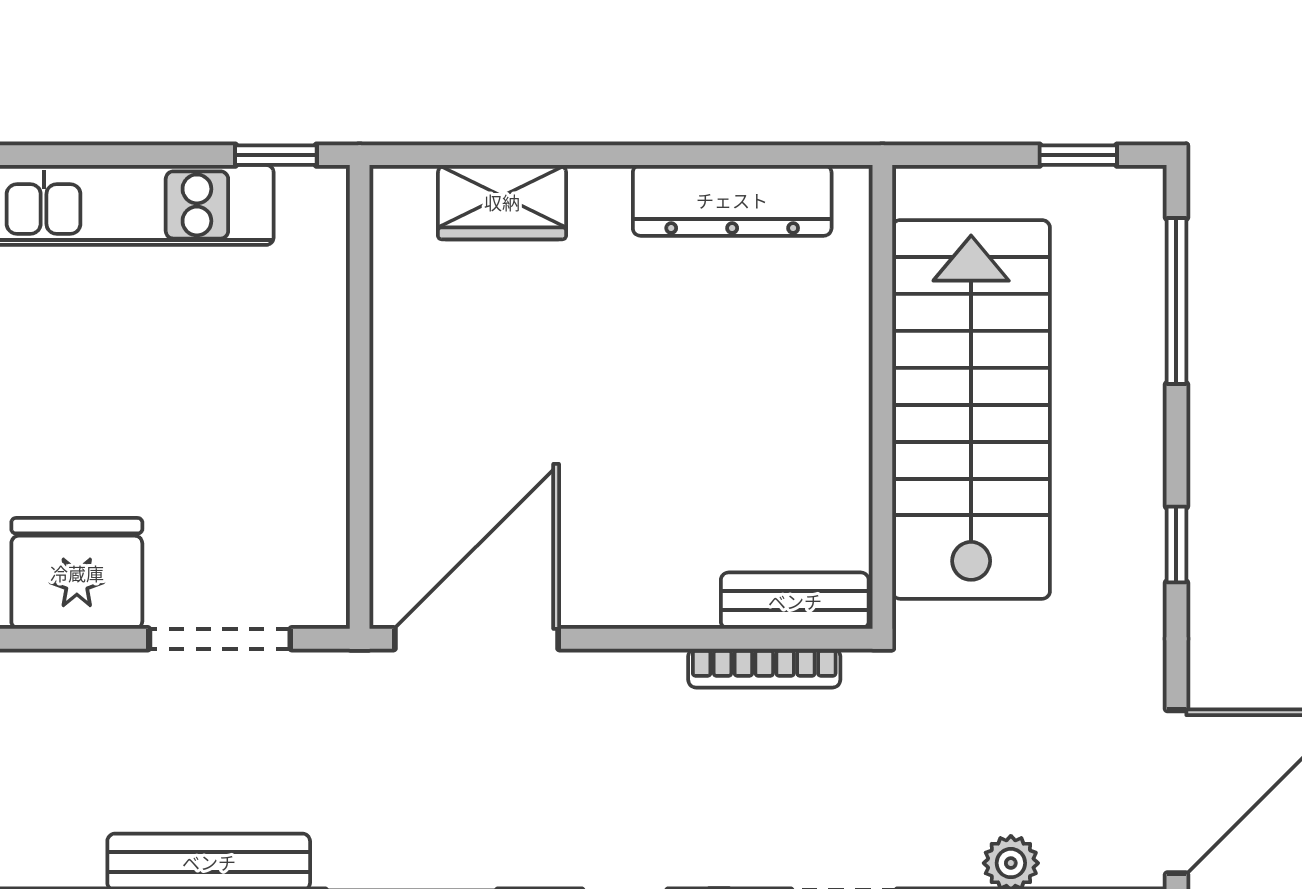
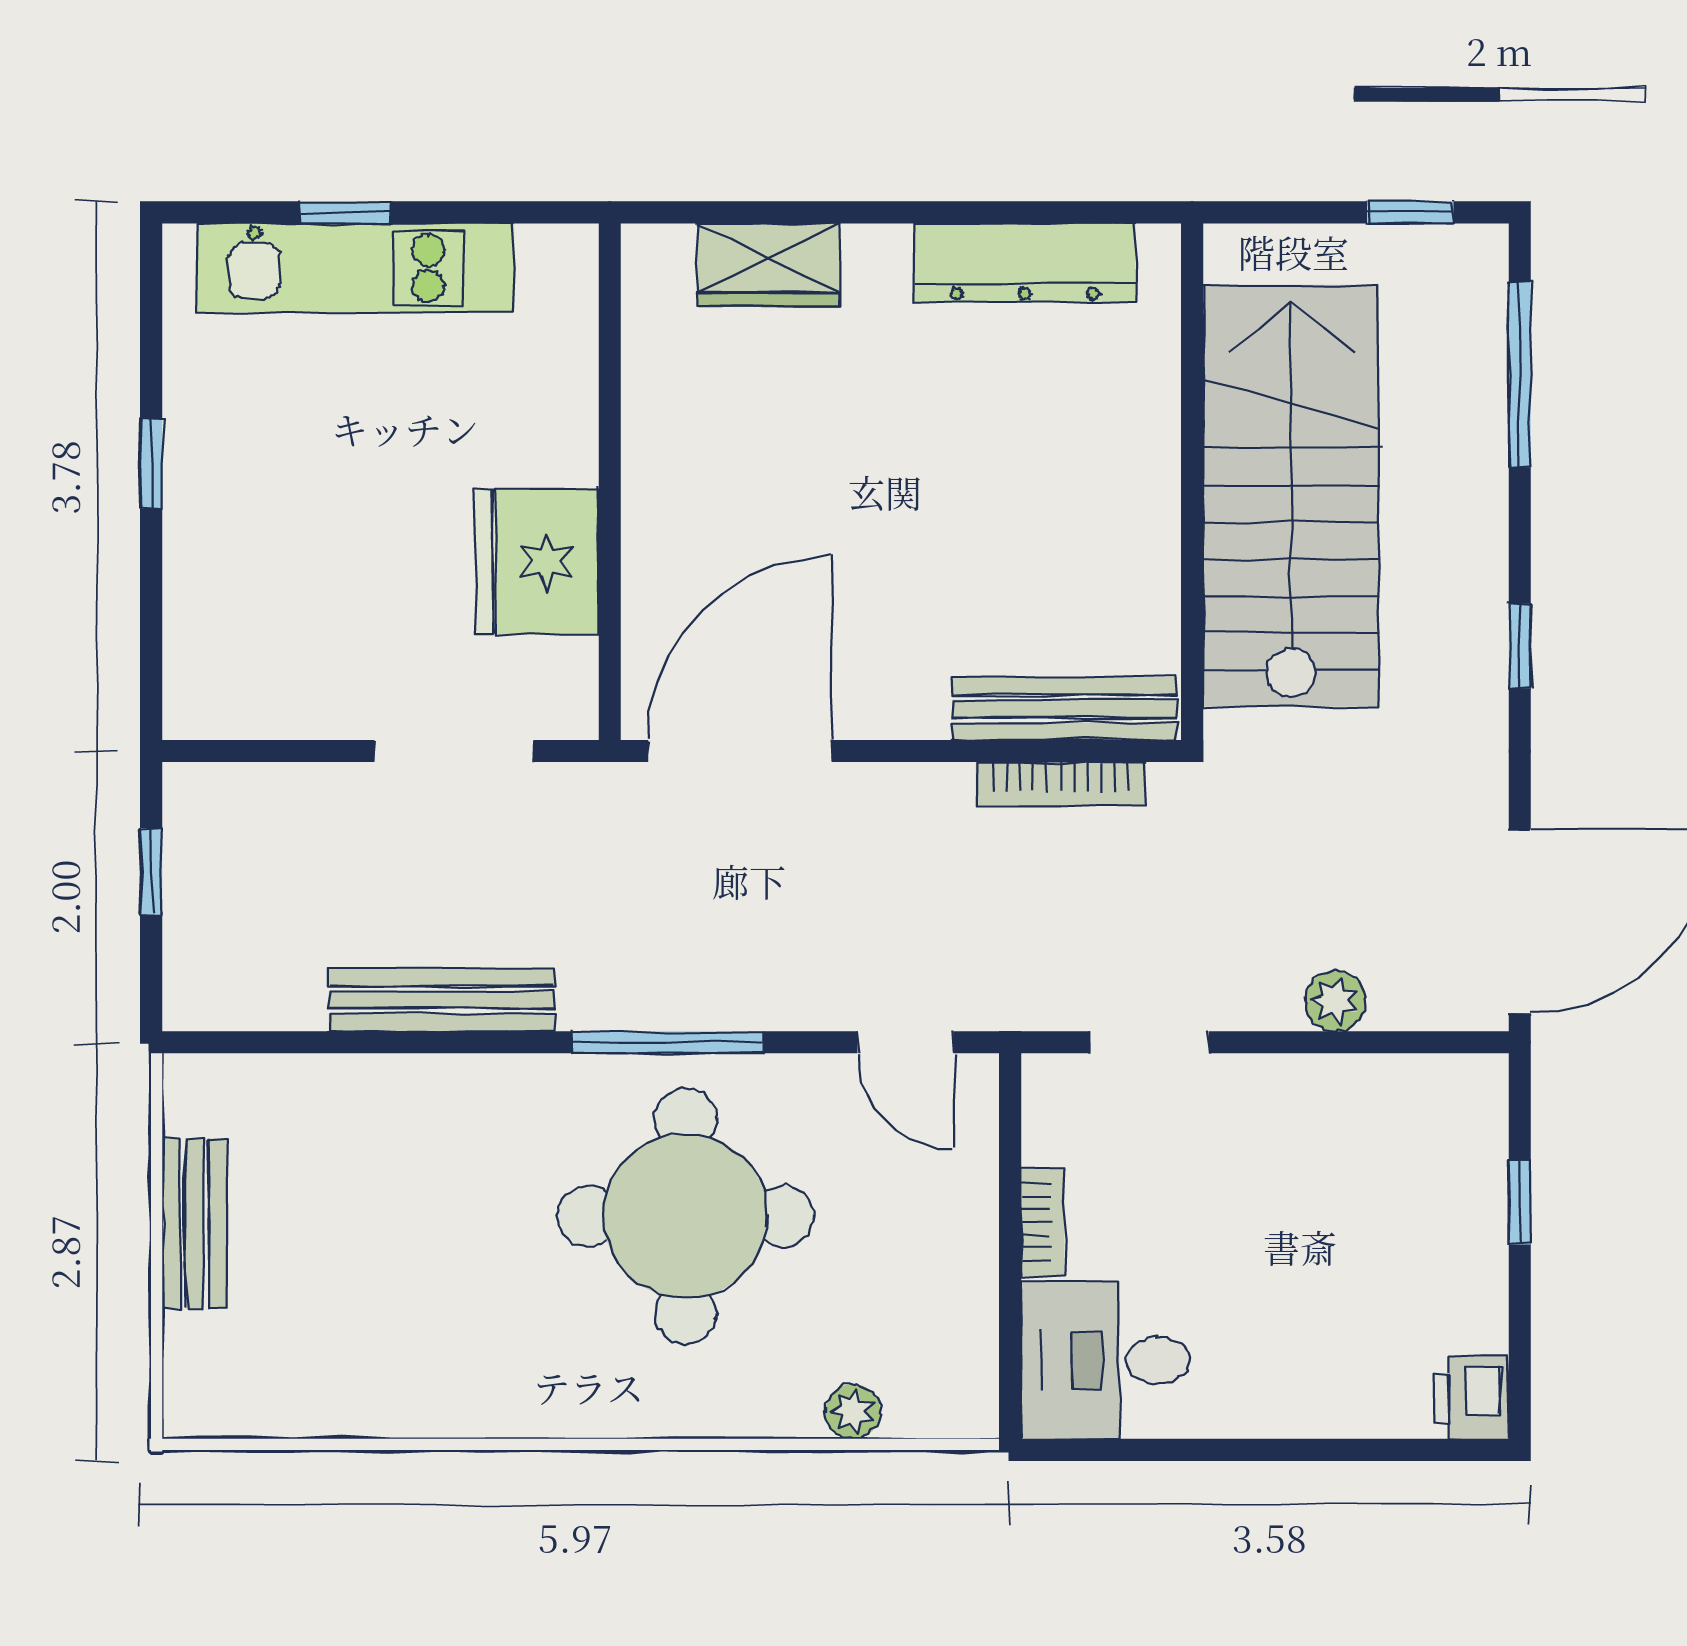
window: (276, 155) -> (345, 212), moved
fridge: (77, 573) -> (537, 562), moved, turned -90
bench: (795, 601) -> (1065, 709), width x1.36

